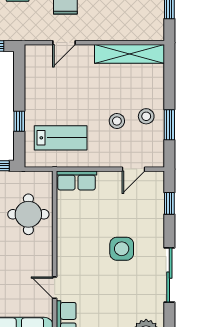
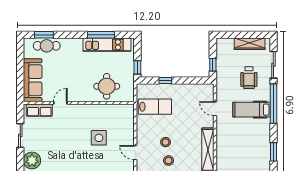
lab bench: (61, 138) -> (155, 107), turned -90
row of seats: (77, 180) -> (128, 117), removed
side table: (122, 249) -> (99, 138), moved

